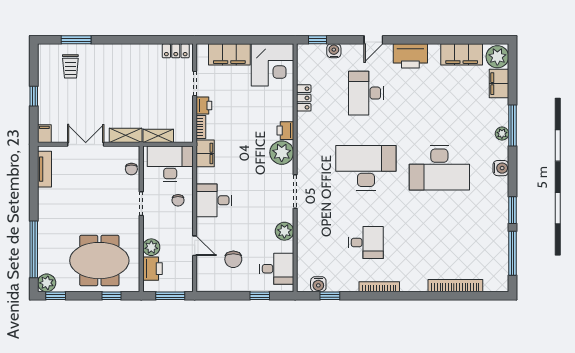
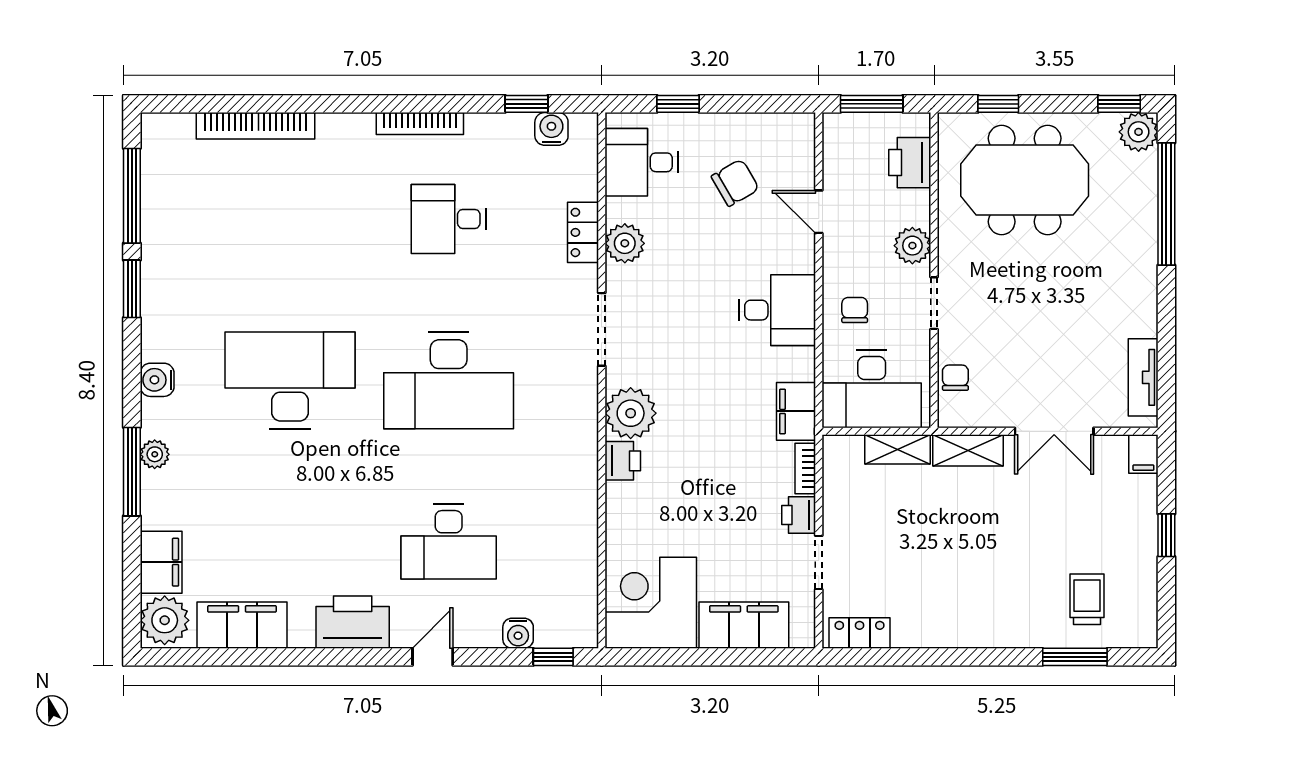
desk: (366, 93) -> (449, 542), turned 90
locker: (304, 98) -> (583, 232), moved
plant: (151, 247) -> (912, 246), moved
chair: (233, 259) -> (735, 183), turned 60

